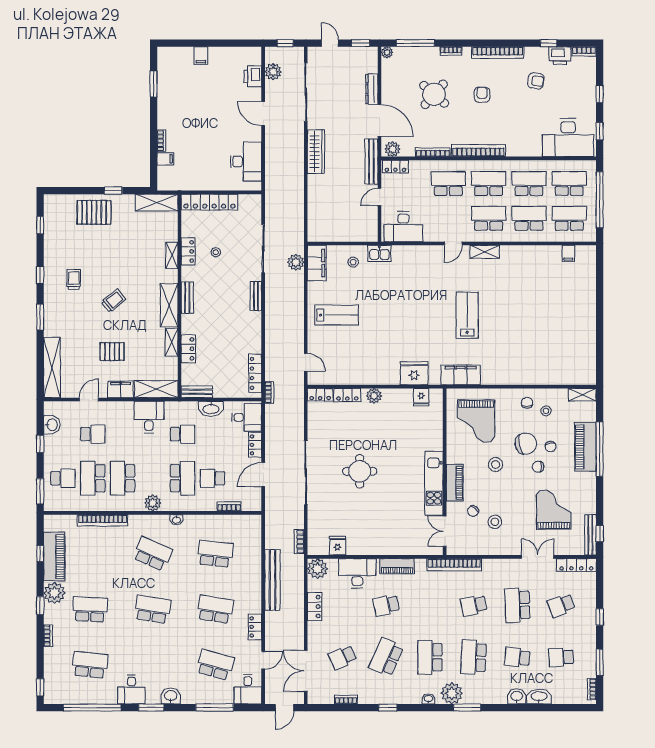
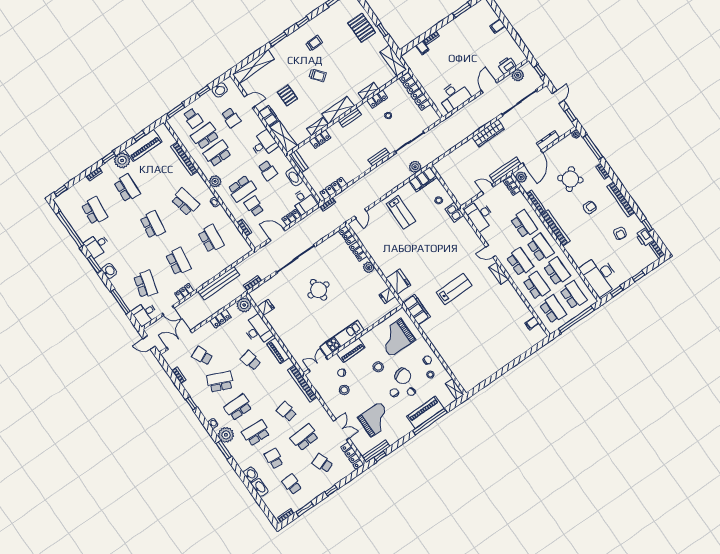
school desk: (153, 554) -> (185, 202), turned -36

